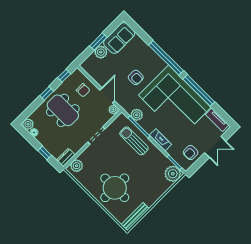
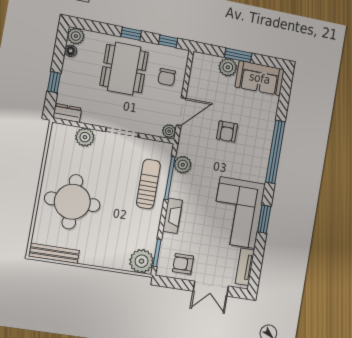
window: (199, 90) -> (264, 219), width x0.47
corner sofa: (175, 101) -> (238, 213), width x0.73, depth x0.74
plant: (77, 166) -> (85, 137), moved

